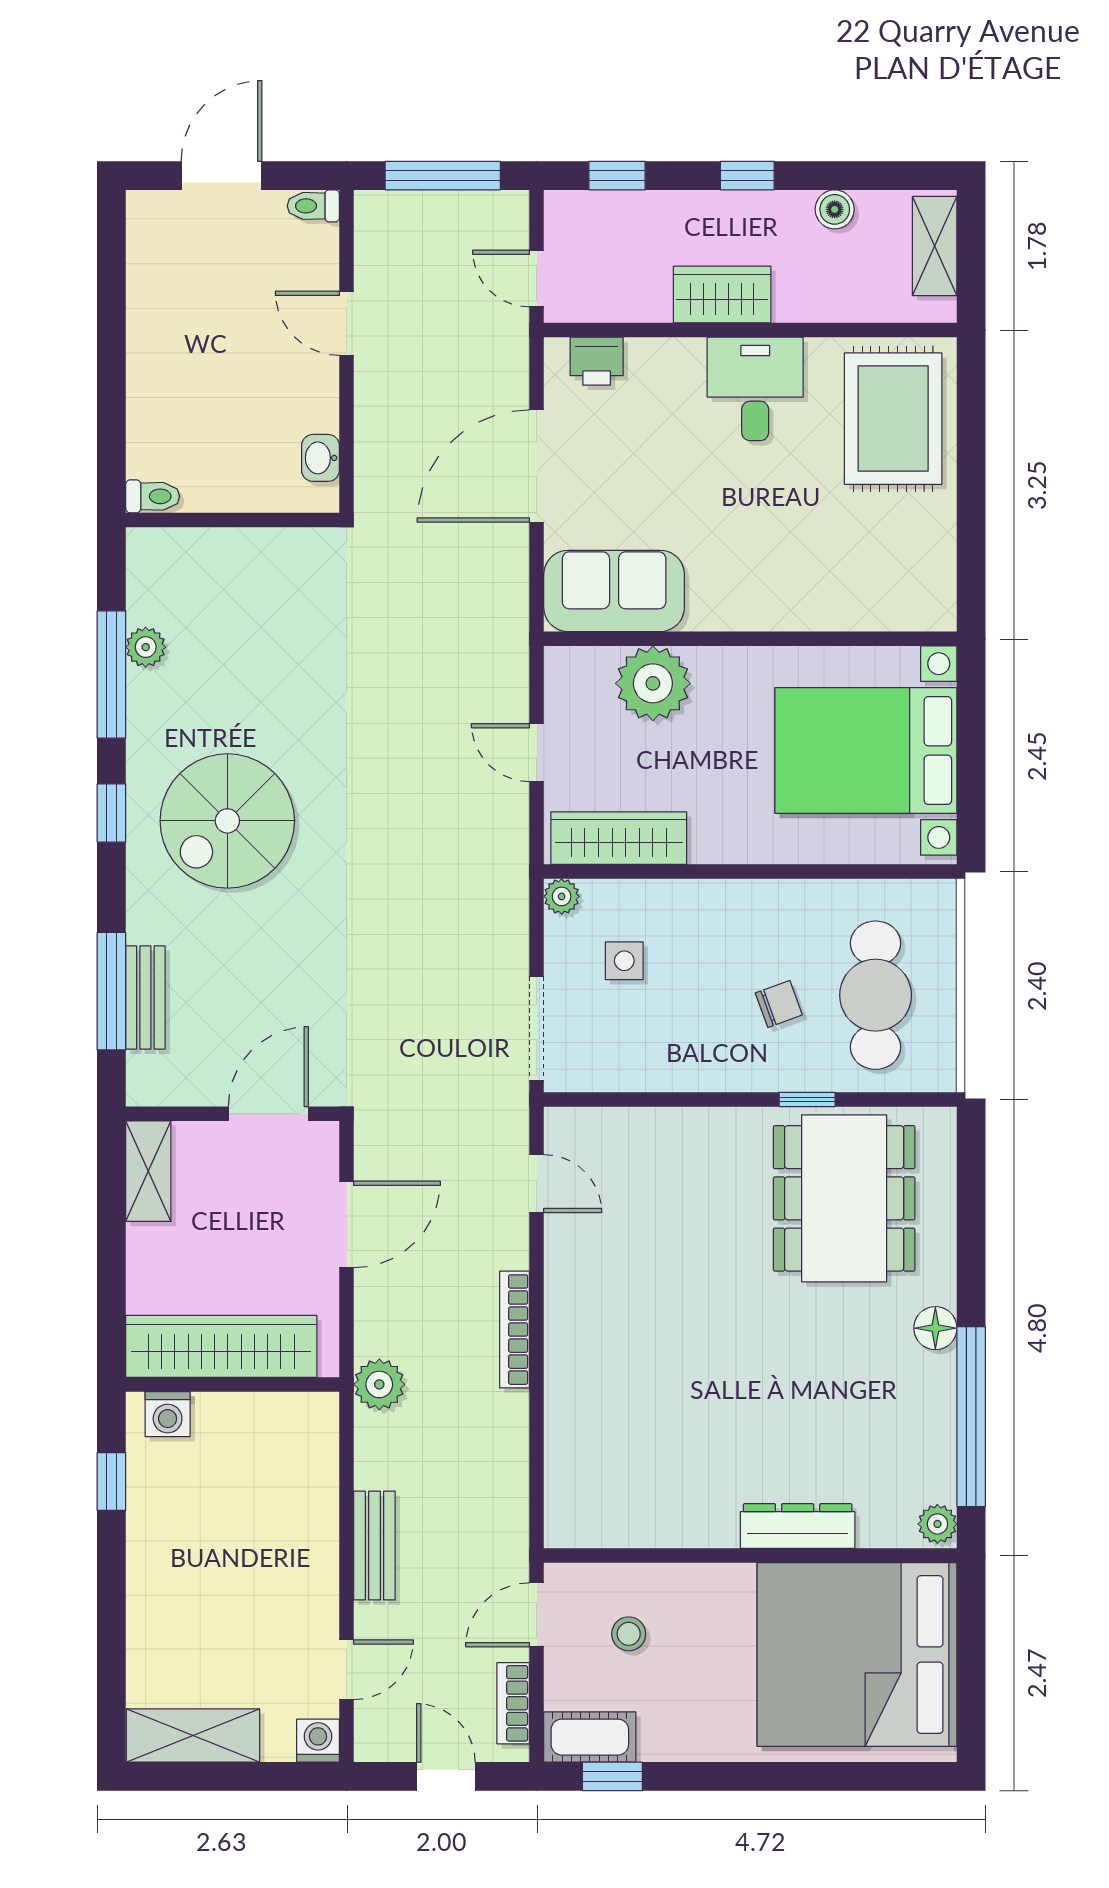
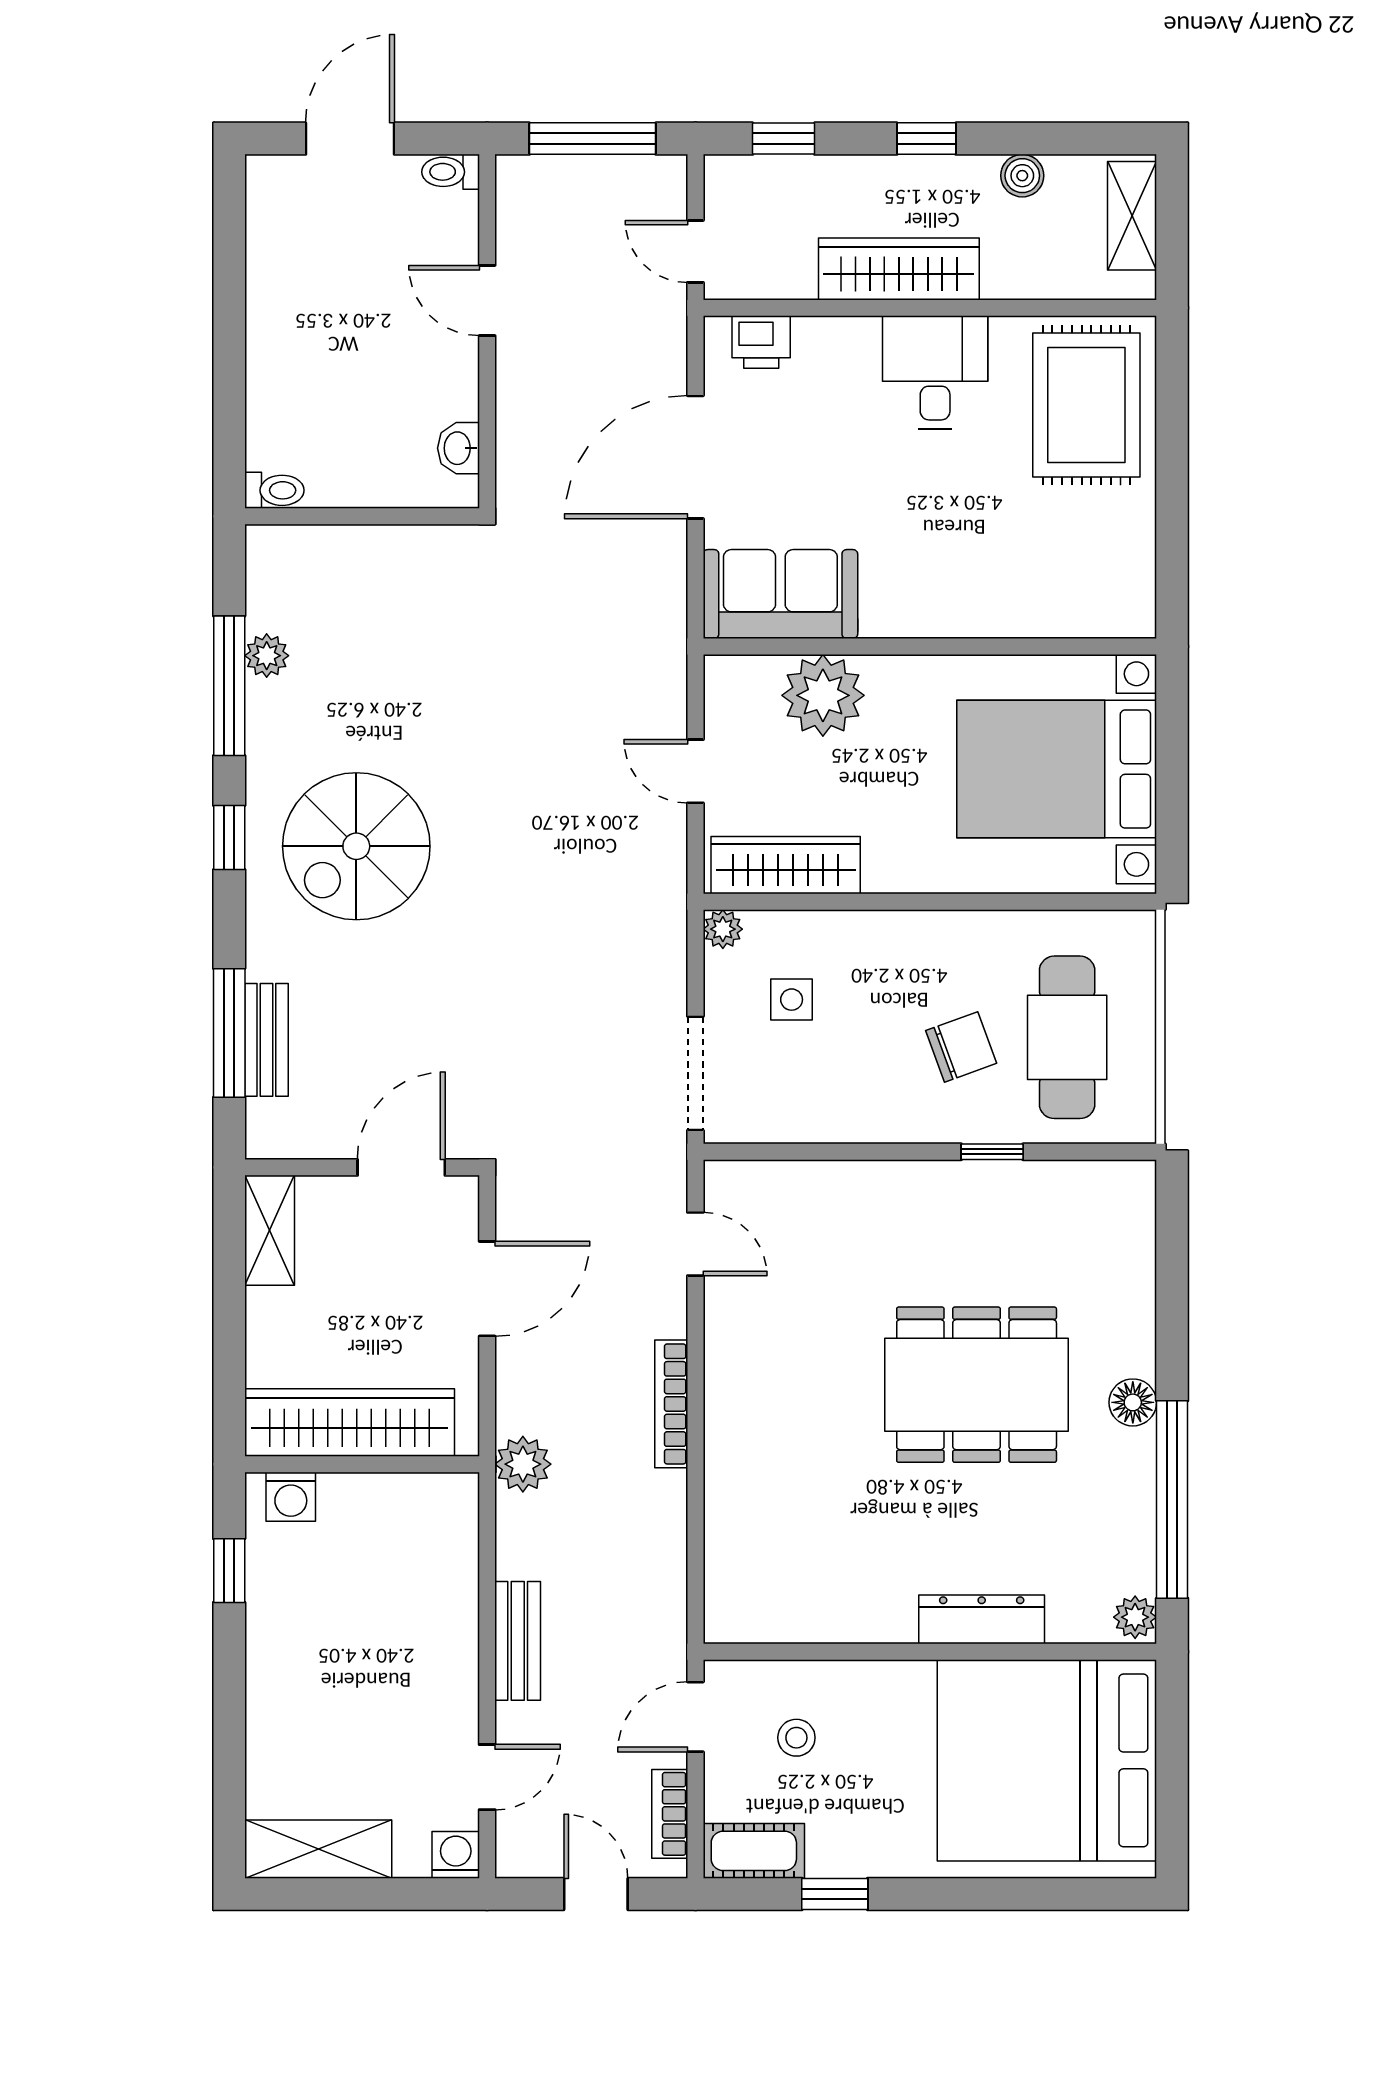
wardrobe: (722, 295) -> (899, 269), width x1.50
chair: (779, 1004) -> (961, 1047), width x1.37, depth x1.37
dining table: (844, 1198) -> (977, 1385), moved, turned 90
window: (612, 1776) -> (835, 1894), moved

